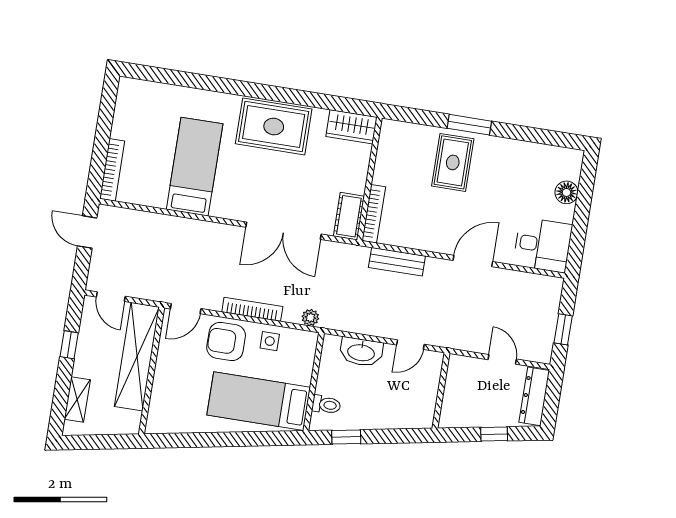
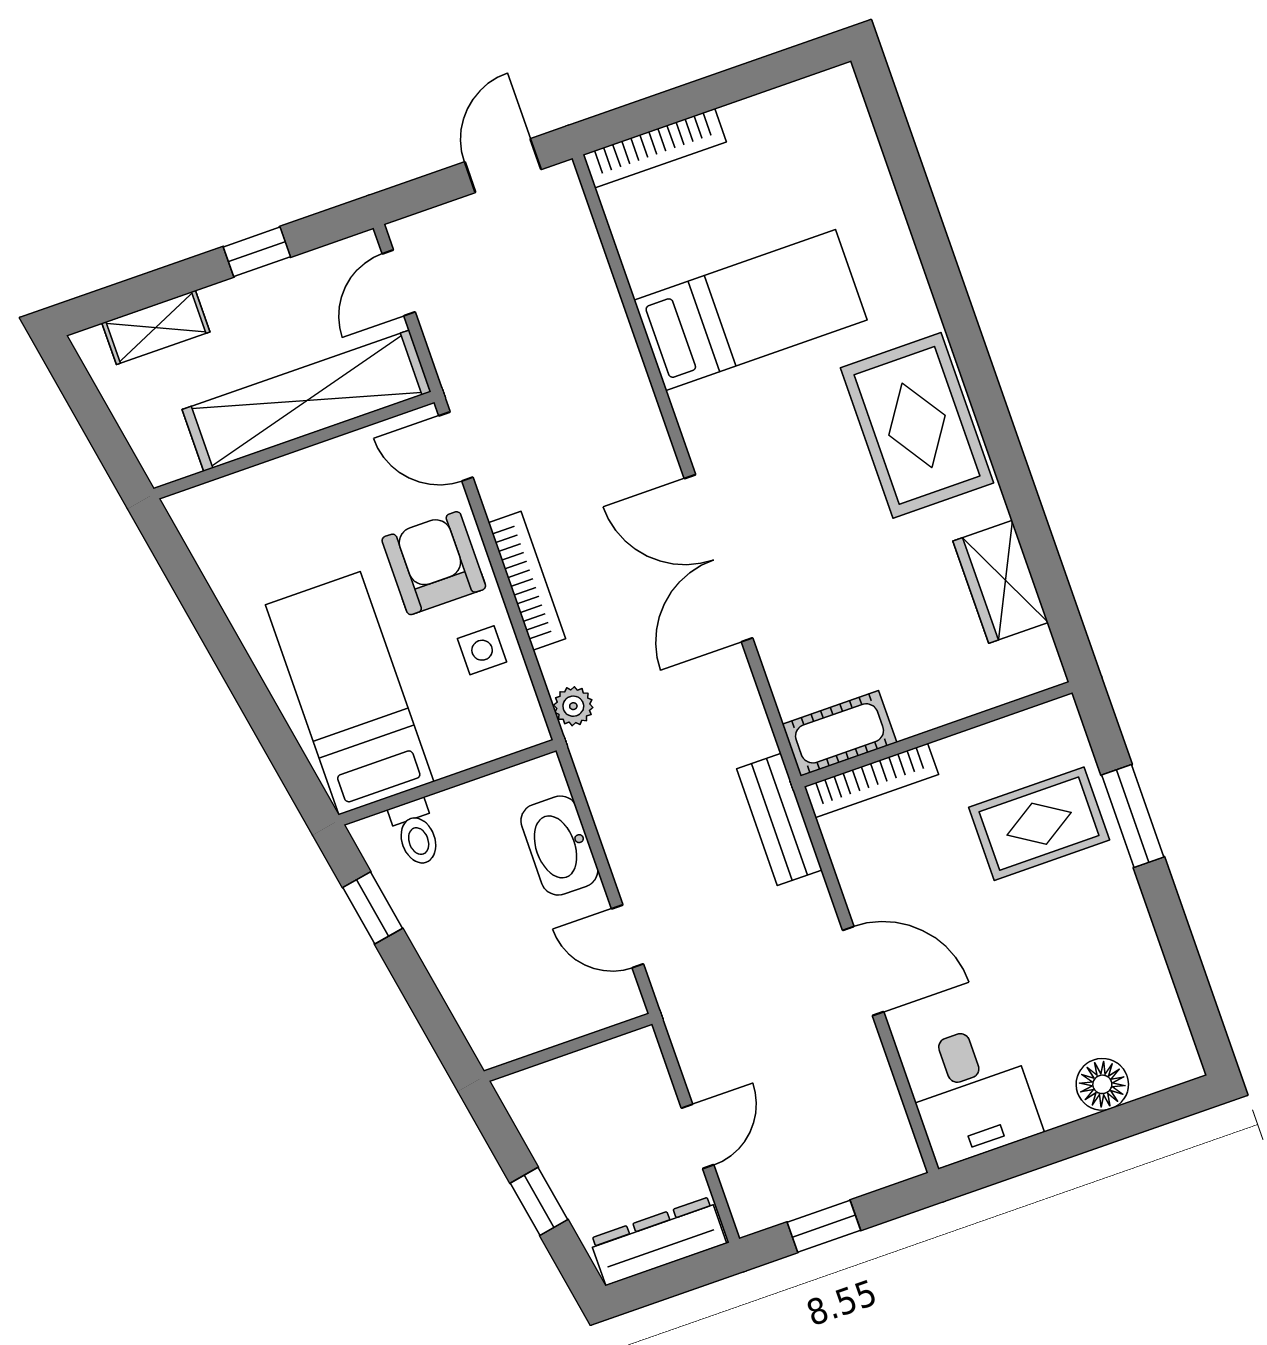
wall: (370, 179) -> (937, 734), moved
bookcase: (374, 214) -> (871, 781), moved
cot: (349, 216) -> (839, 733), moved

